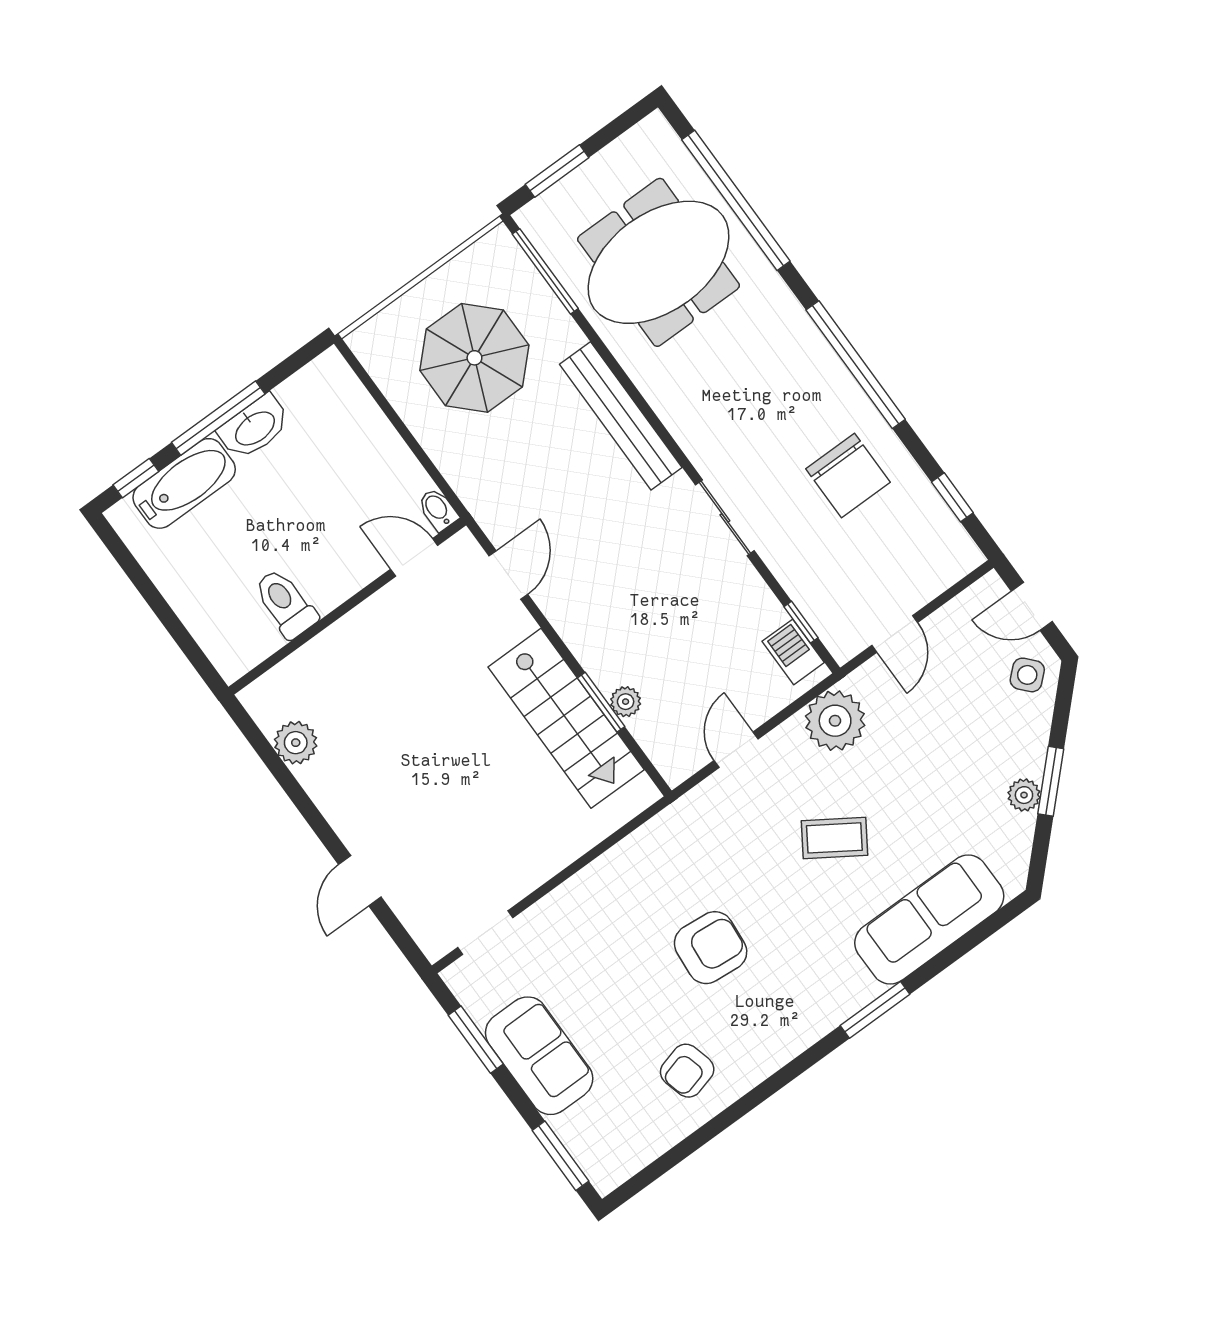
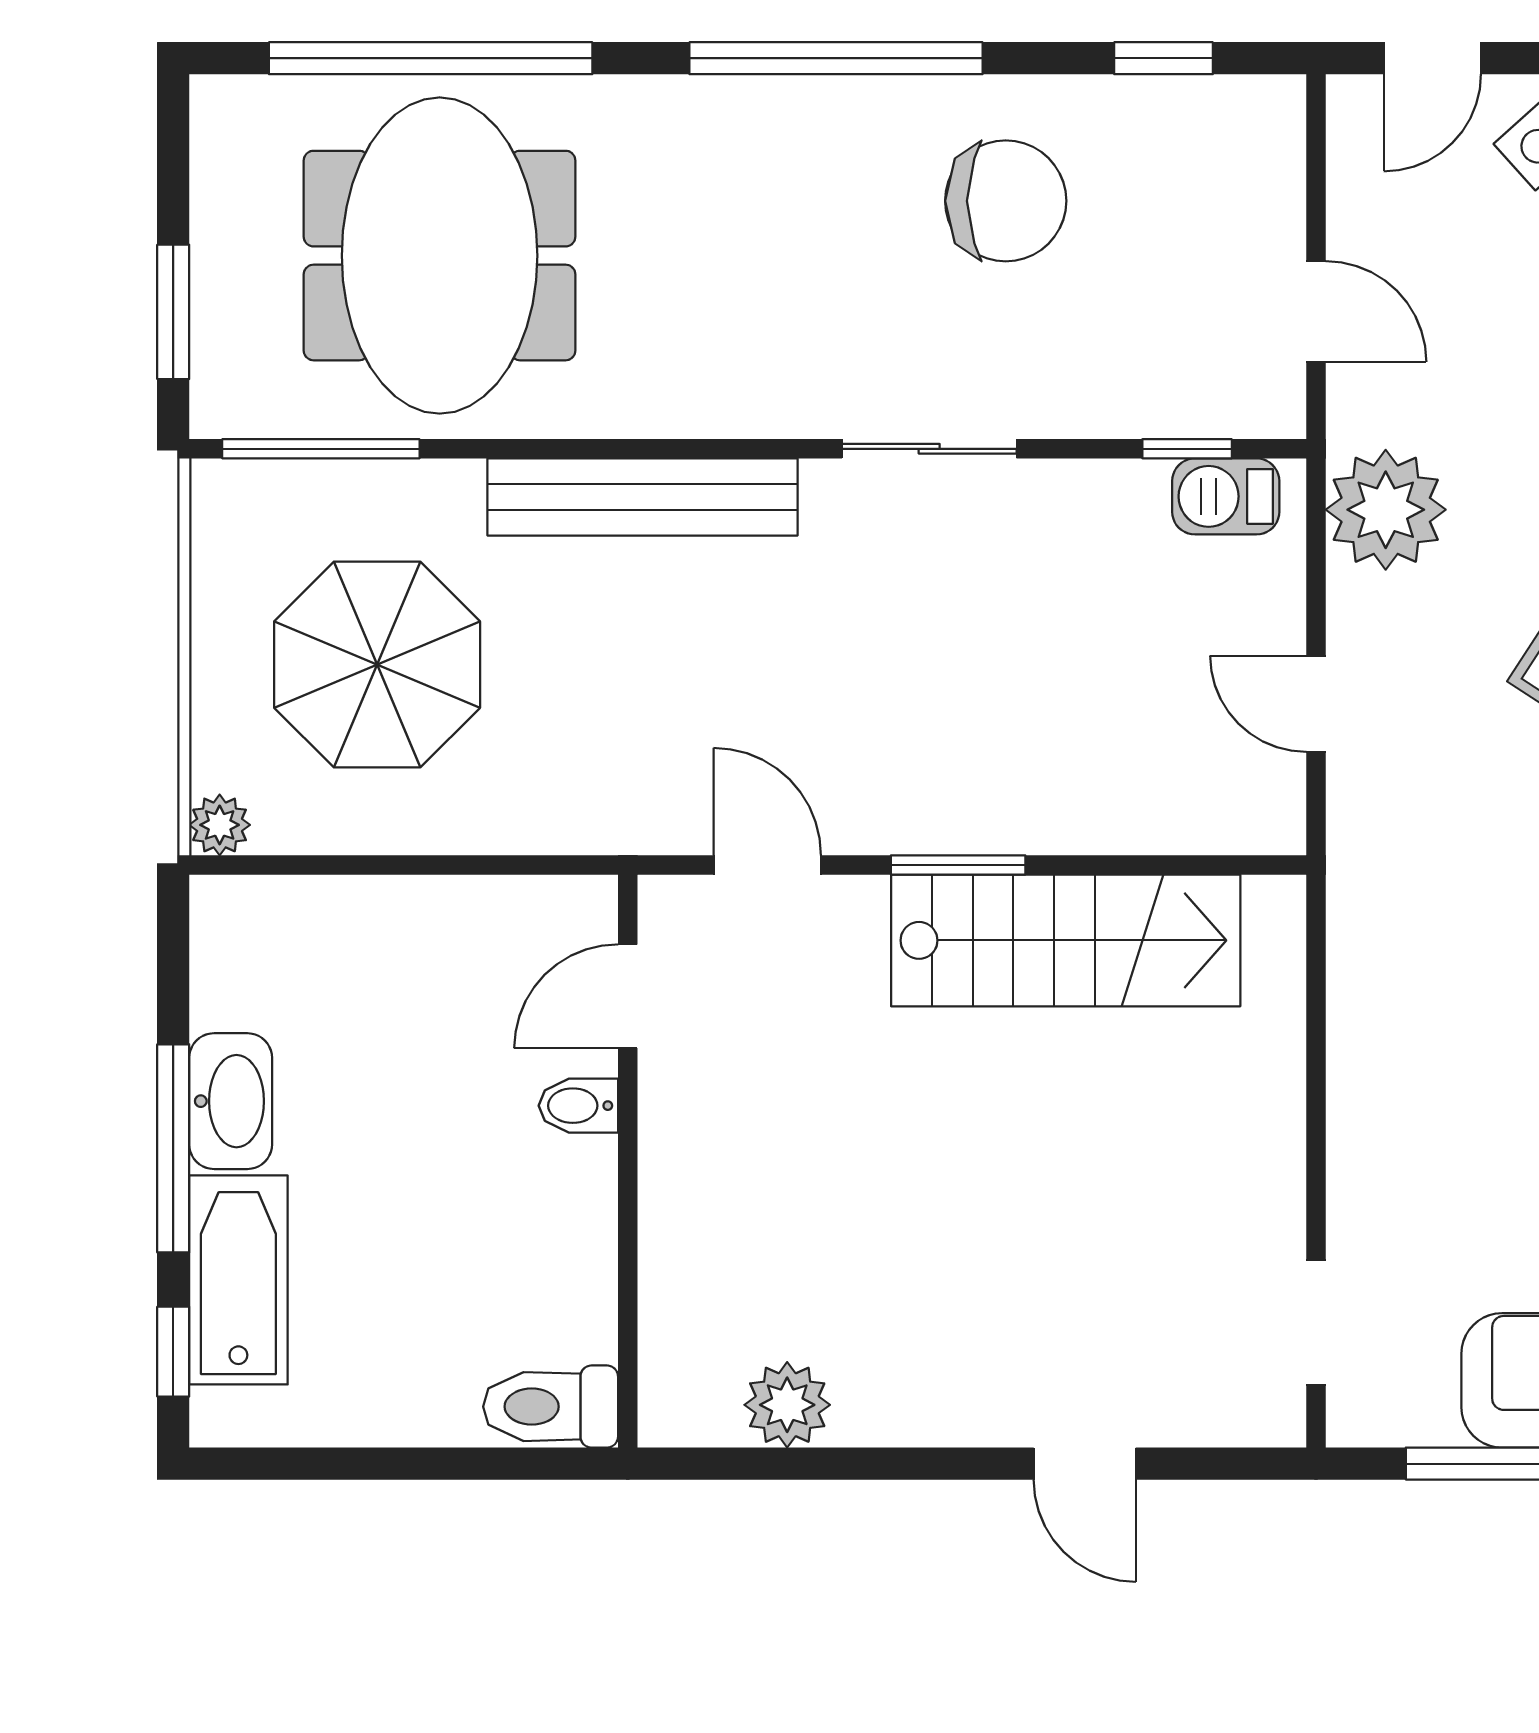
bidet: (438, 509) -> (578, 1106), moved
toilet: (285, 603) -> (551, 1407), moved
window: (601, 702) -> (958, 865), moved
plant: (626, 702) -> (220, 825), moved

